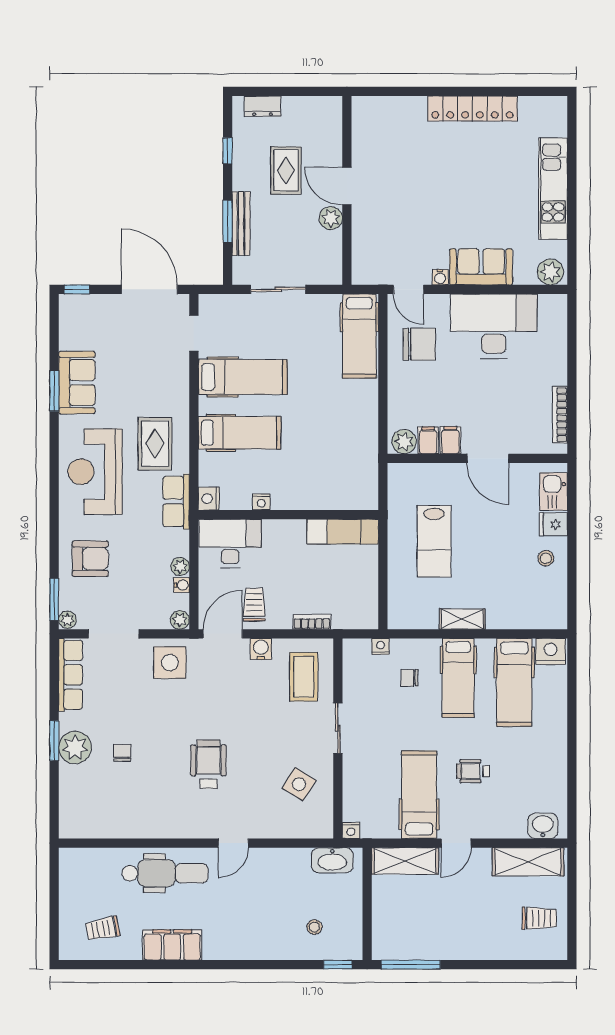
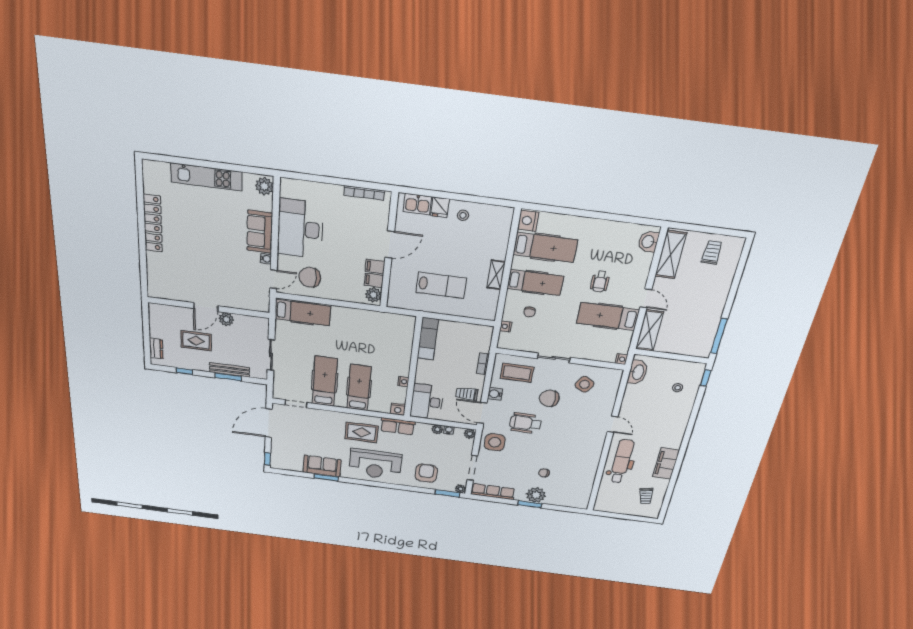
chair: (419, 344) -> (310, 277), turned -89
chair: (265, 735) -> (549, 398), added
wheelchair: (208, 764) -> (525, 423), moved

